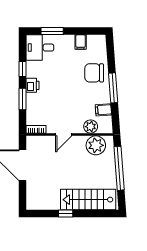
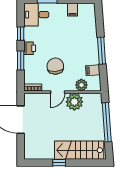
chair: (94, 73) -> (55, 66), moved, turned 86
plant: (96, 145) -> (74, 102), moved

